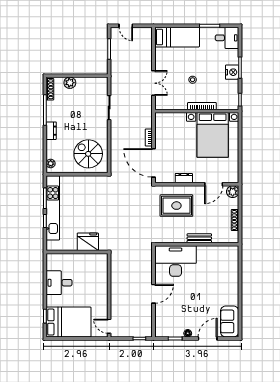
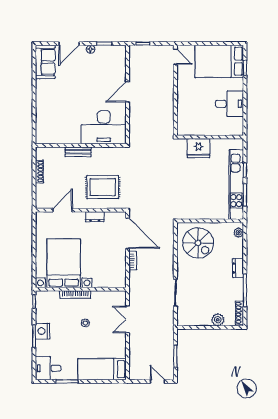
plant: (233, 192) -> (42, 202), removed

